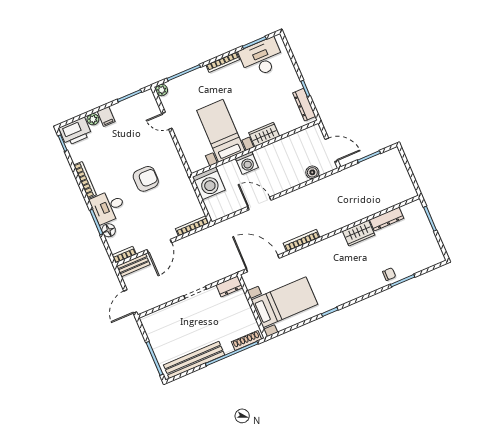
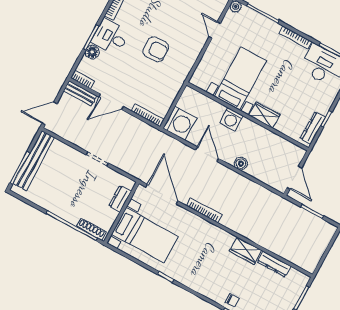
boiler: (312, 172) -> (241, 164), moved
washing machine: (209, 183) -> (180, 123), moved, turned -90
dresser: (229, 286) -> (120, 199), moved, turned 90
bench: (194, 360) -> (34, 161), moved, turned 90

